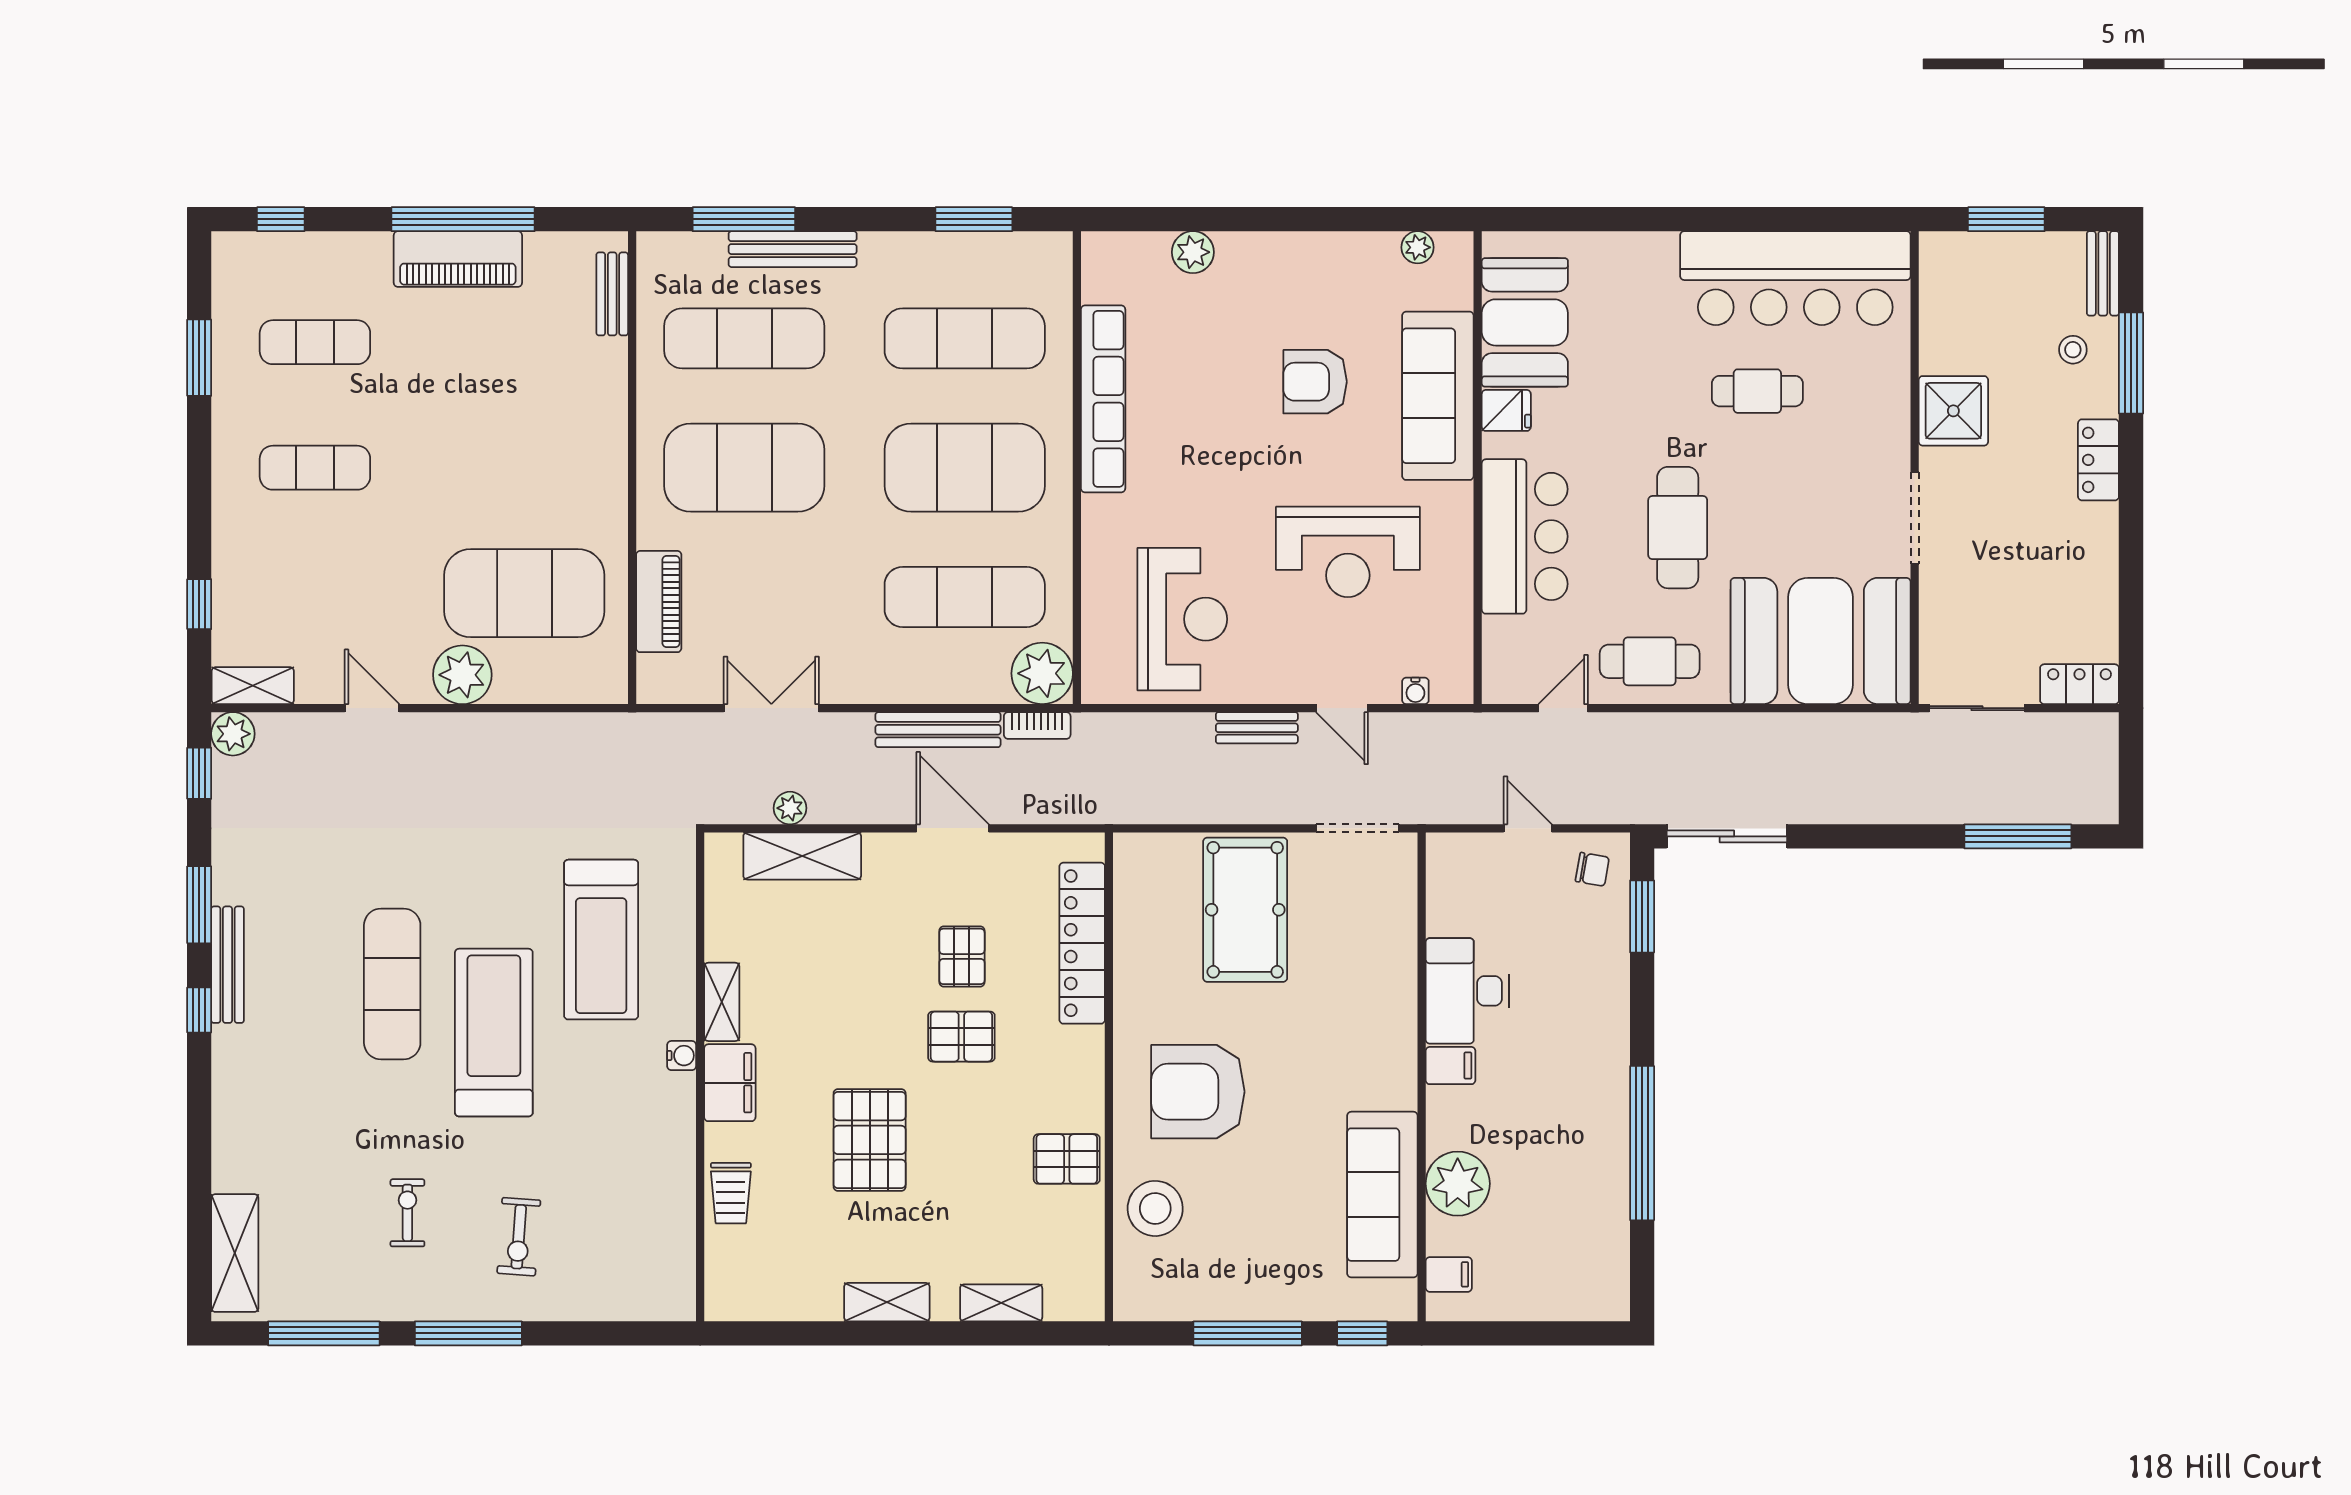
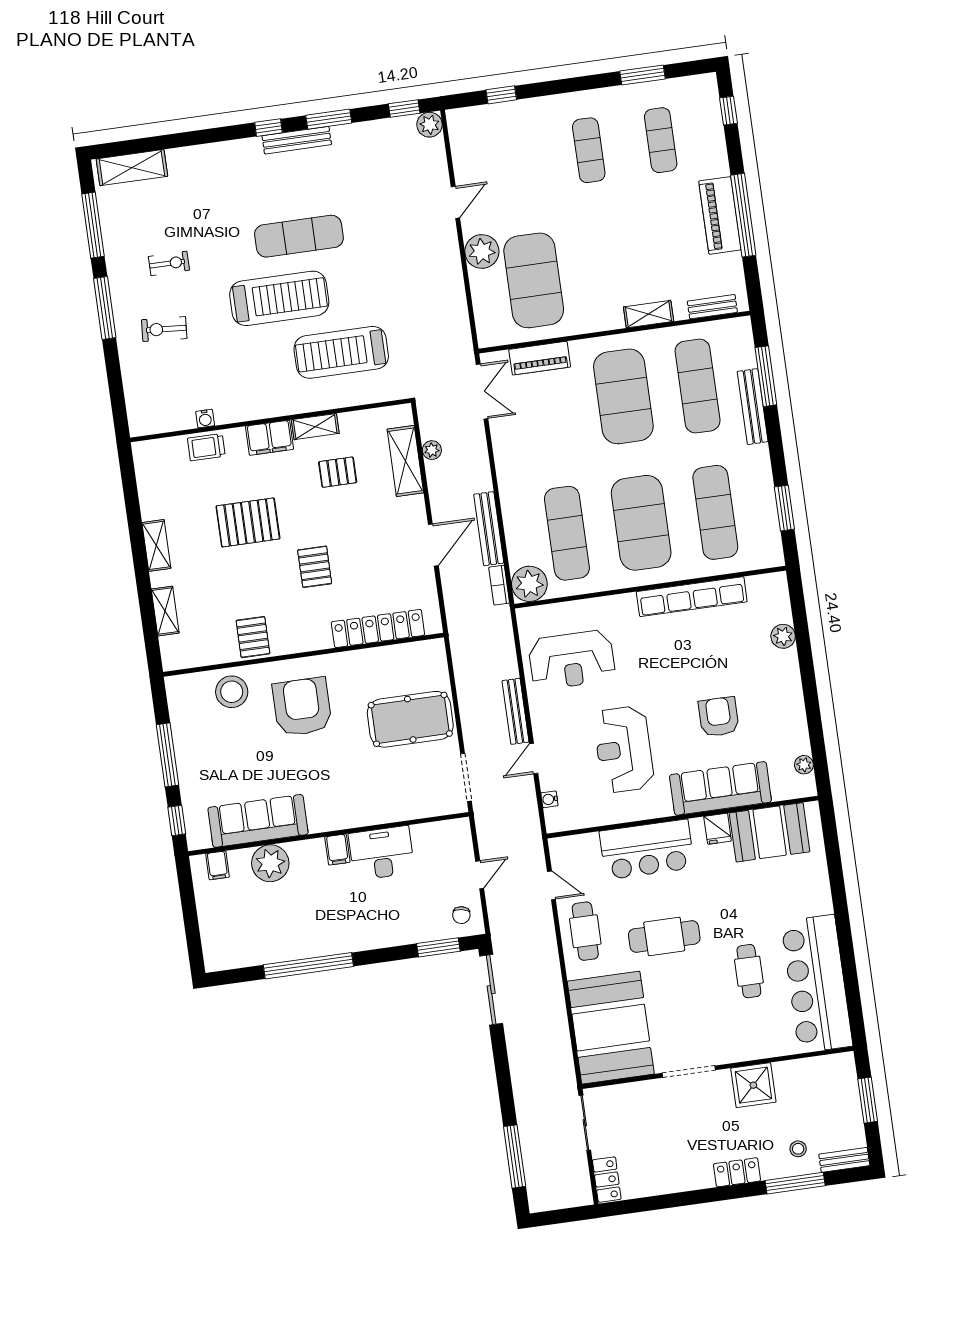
shelving: (253, 686) -> (649, 314), moved, turned 90
double door: (771, 708) -> (482, 392), moved
bench: (1257, 728) -> (515, 711), width x1.36
pallet: (962, 956) -> (338, 472), moved
water cooler: (682, 1056) -> (205, 419), moved

